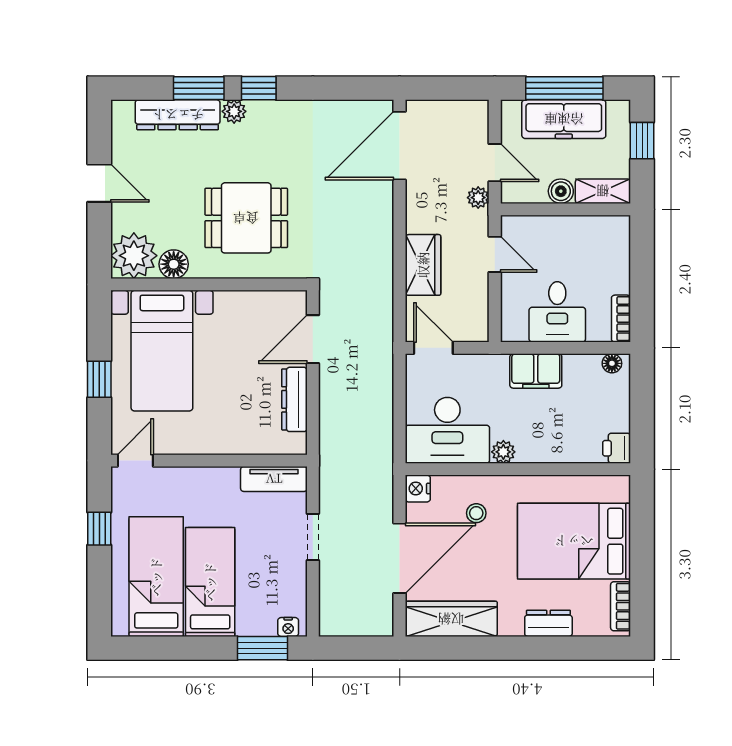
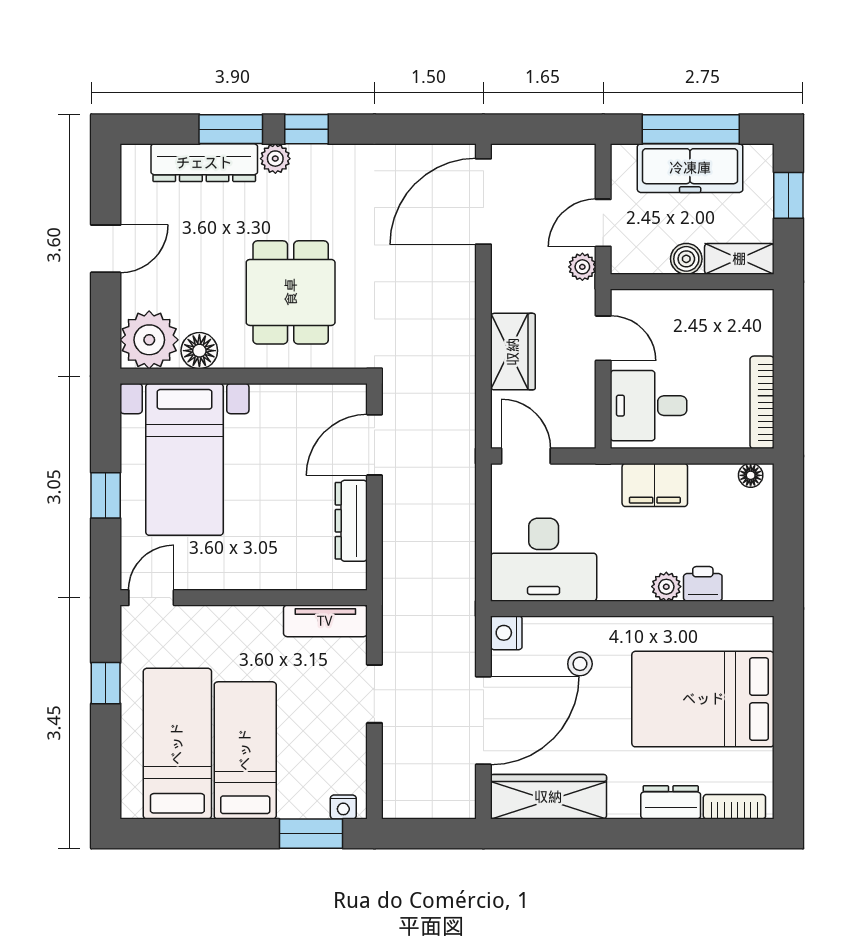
door: (495, 163) -> (603, 223), swing flipped
door: (99, 183) -> (106, 249), hinge flipped
dining table: (246, 218) -> (291, 292), turned 90
desk: (557, 312) -> (649, 406), moved, turned 90
bookcase: (621, 319) -> (762, 402), width x1.56
printer: (617, 448) -> (703, 584), moved, turned 90
plant: (503, 452) -> (666, 587), moved
bookcase: (621, 606) -> (734, 807), moved, turned 90

